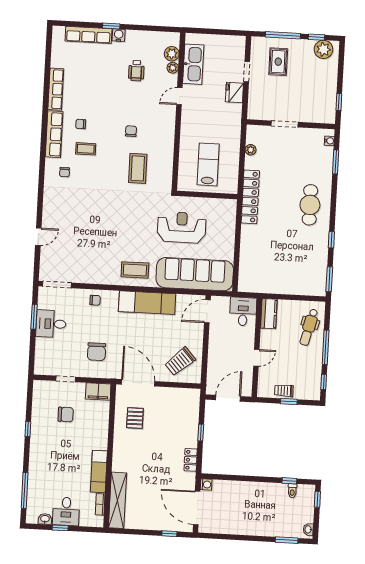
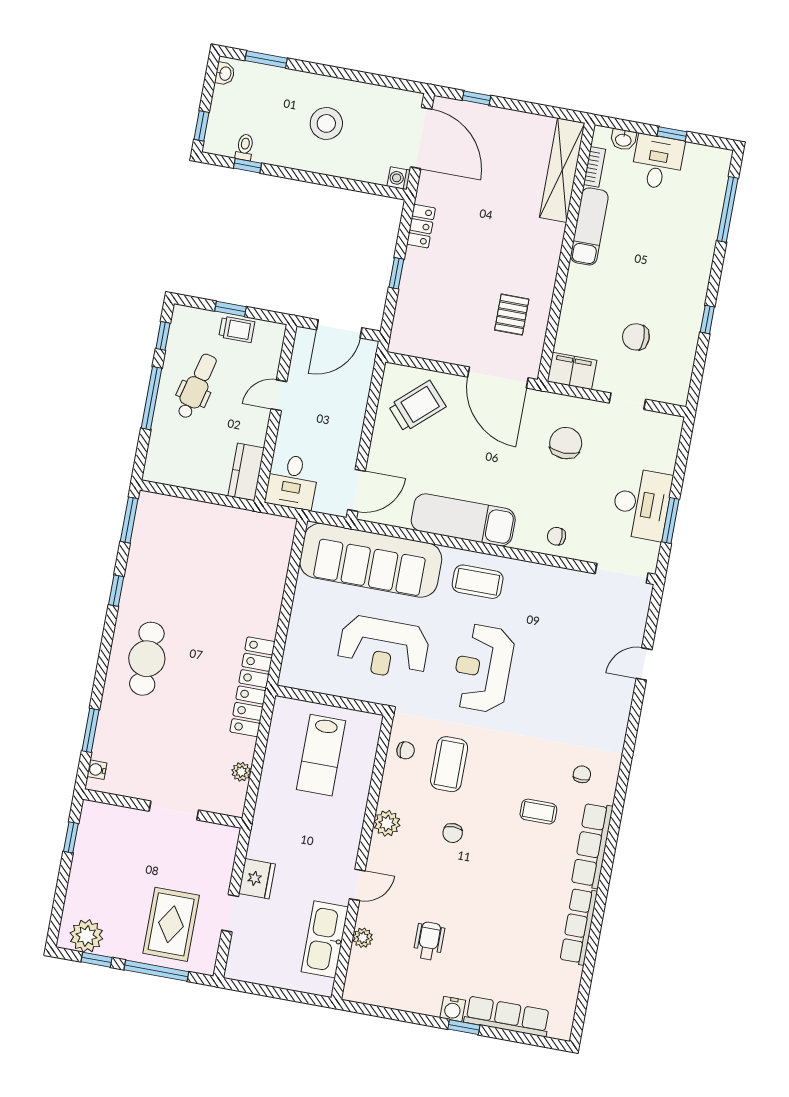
plant: (172, 54) -> (387, 823), moved
rug: (278, 62) -> (171, 924), width x1.36, depth x1.43
chair: (81, 124) -> (406, 750), moved
reception desk: (126, 223) -> (483, 668), added
desk: (51, 324) -> (641, 504), width x1.37
dental chair: (309, 327) -> (197, 386), moved
stool: (249, 509) -> (326, 123), added
washbasin: (45, 519) -> (623, 140), moved

